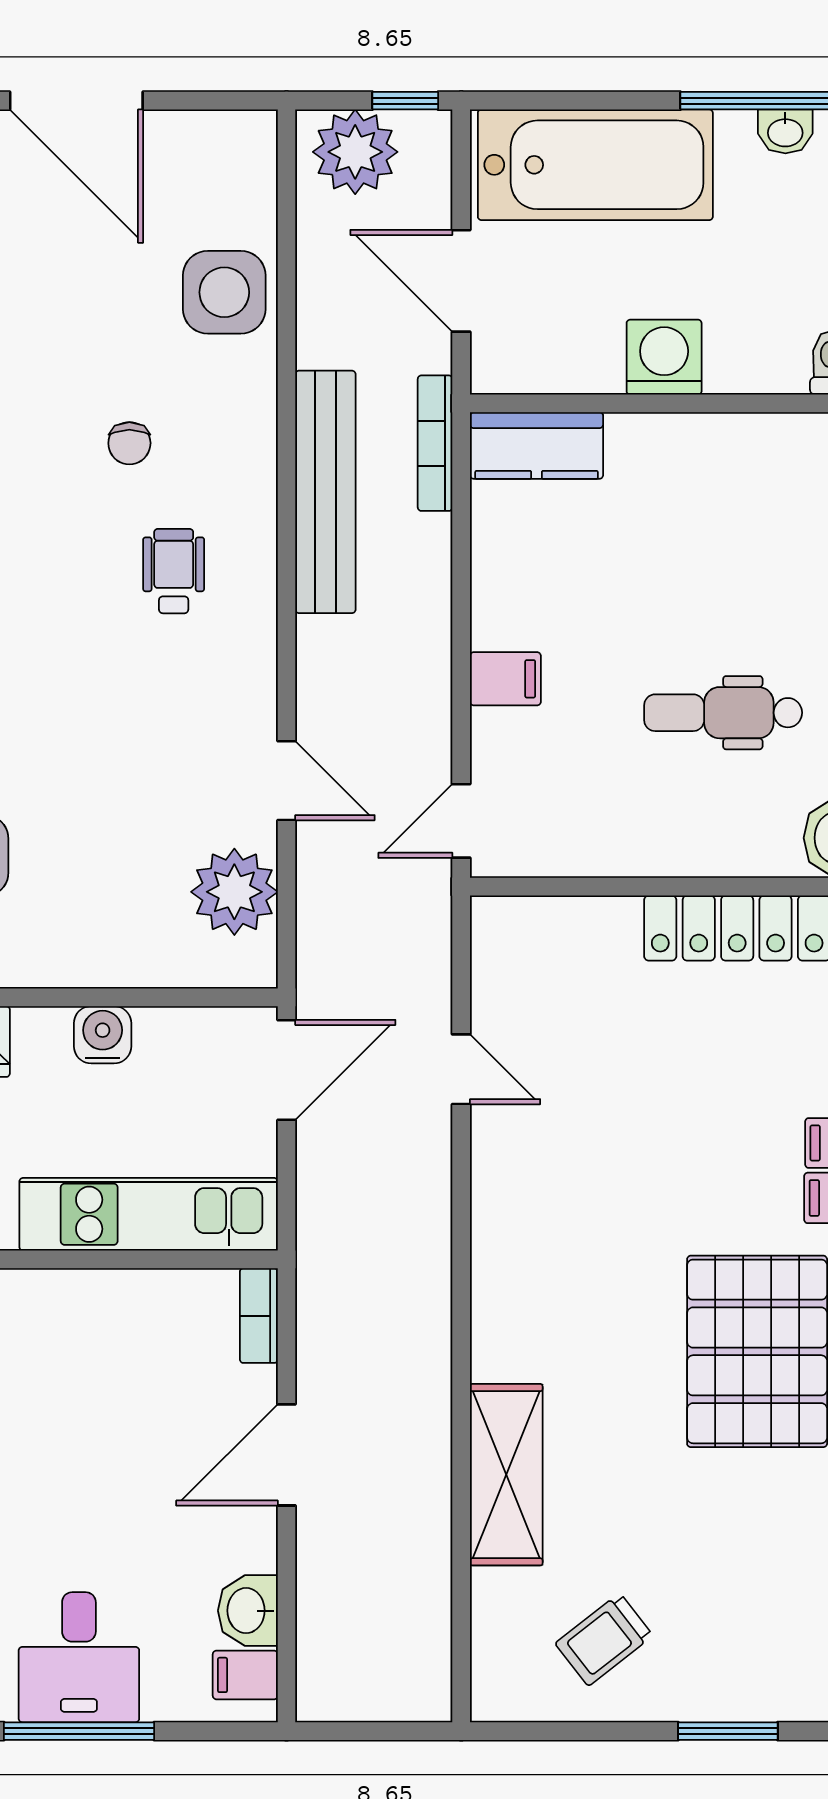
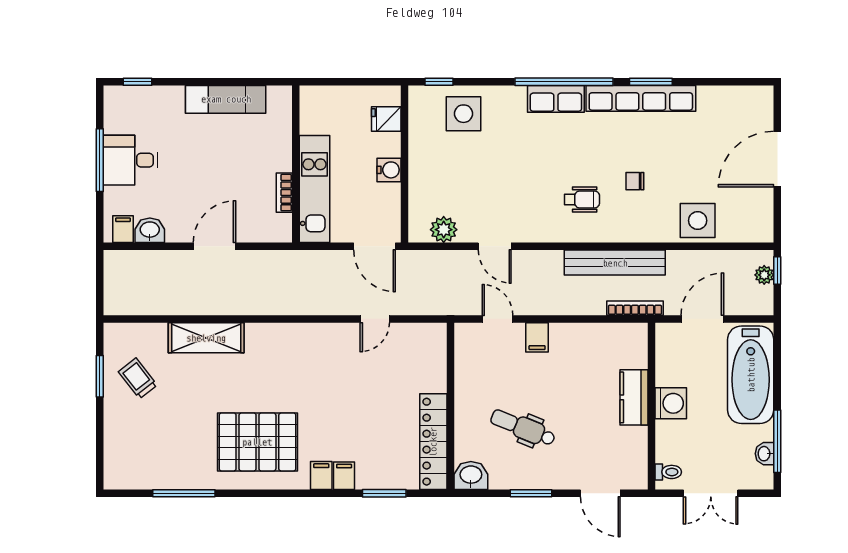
window: (405, 101) -> (777, 271), moved
plant: (355, 152) -> (764, 275), width x0.53, depth x0.53
kitchen counter: (537, 445) -> (634, 397), moved
dental chair: (723, 713) -> (523, 428), turned -68
door: (286, 781) -> (495, 246), hinge flipped
door: (461, 821) -> (497, 319), moved
plant: (234, 892) -> (444, 230), width x0.73, depth x0.73
bookcase: (259, 1316) -> (284, 193), moved, turned -90
door: (286, 1455) -> (214, 246), hinge flipped
window: (728, 1731) -> (100, 376), moved

